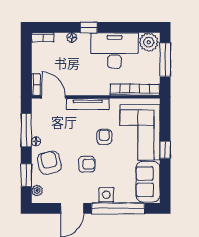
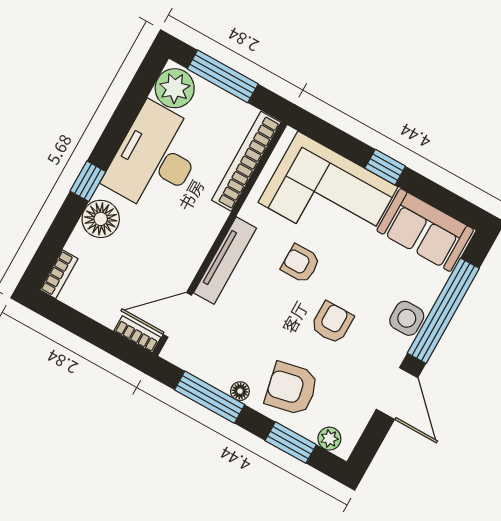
floor lamp: (72, 38) -> (101, 219), width x1.89, depth x1.89

